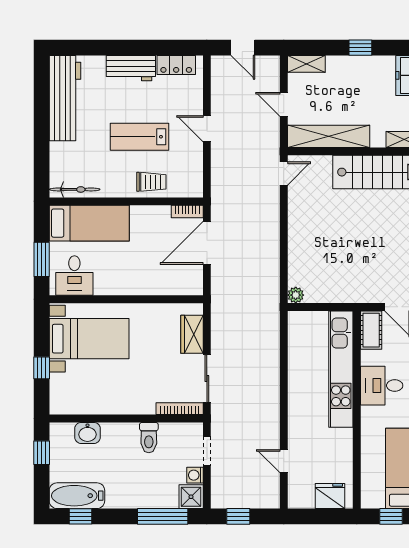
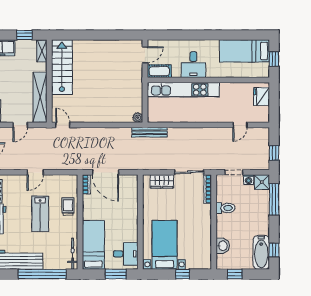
window: (42, 140) -> (42, 274), added
bench: (272, 314) -> (150, 132), added

